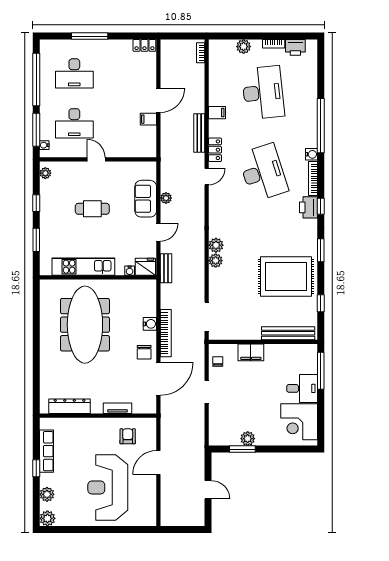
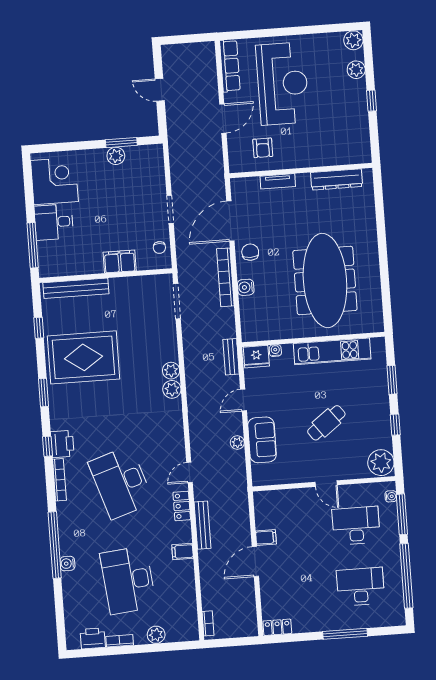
water cooler: (311, 154) -> (67, 564), moved
plant: (45, 173) -> (381, 463), width x1.87, depth x1.87
cafe table: (92, 209) -> (326, 423), turned -37
row of seats: (47, 451) -> (230, 66), moved, turned 180

